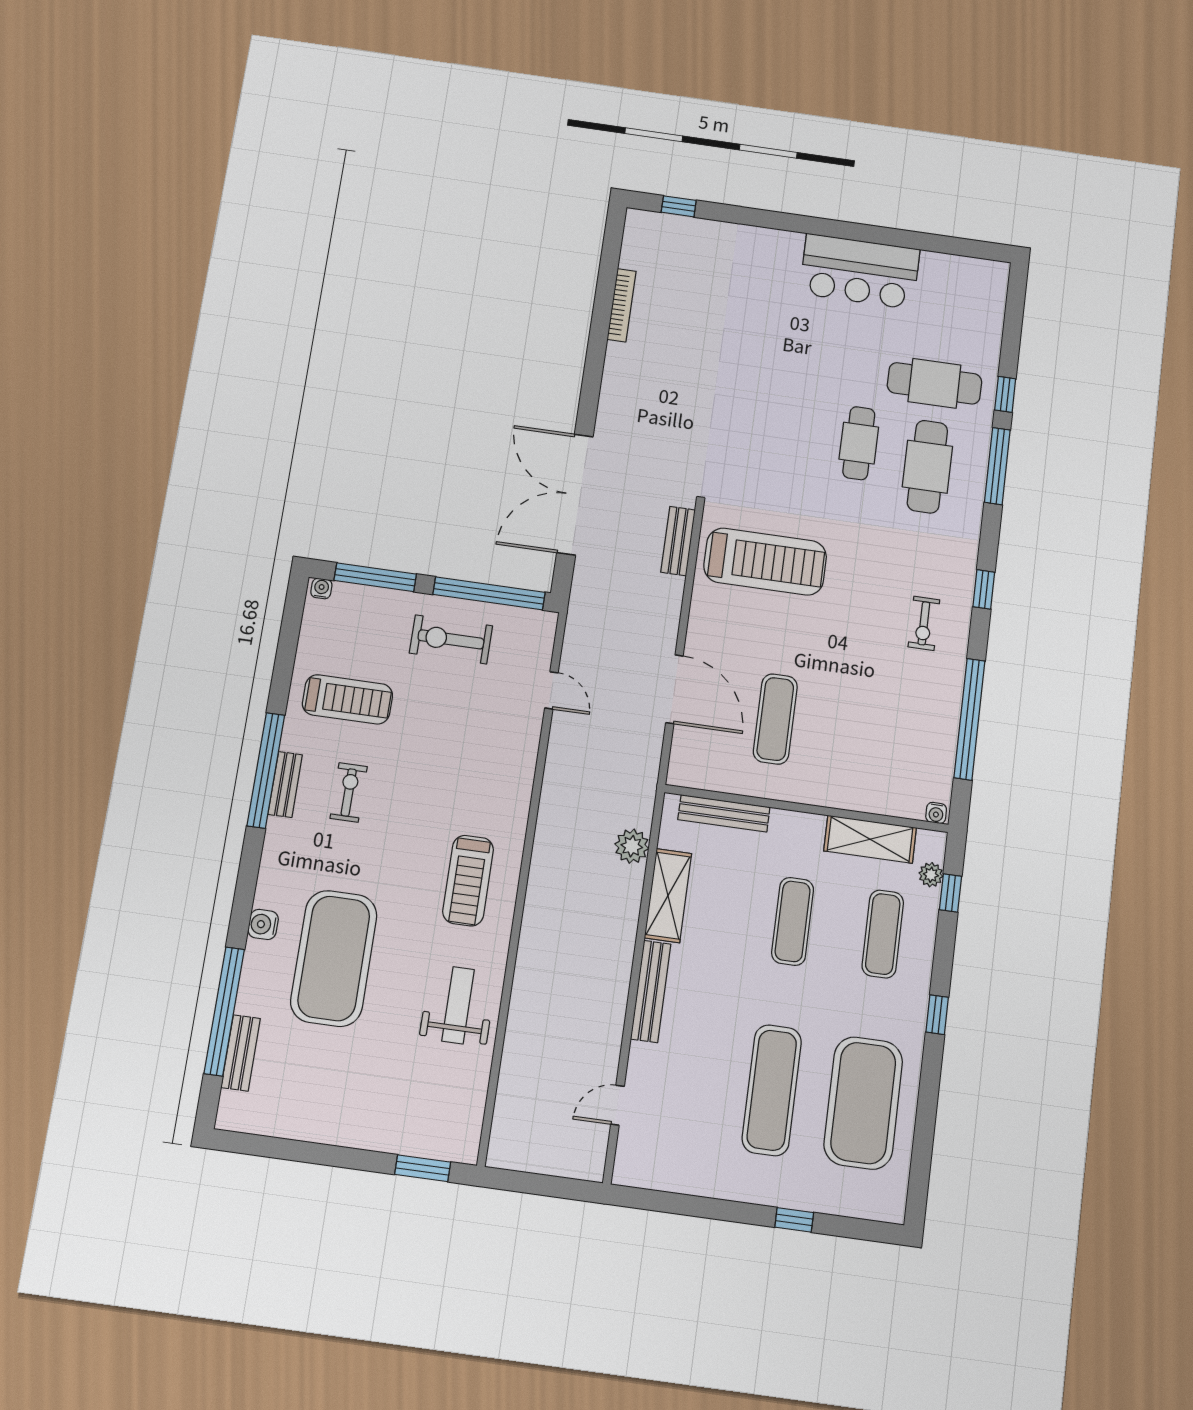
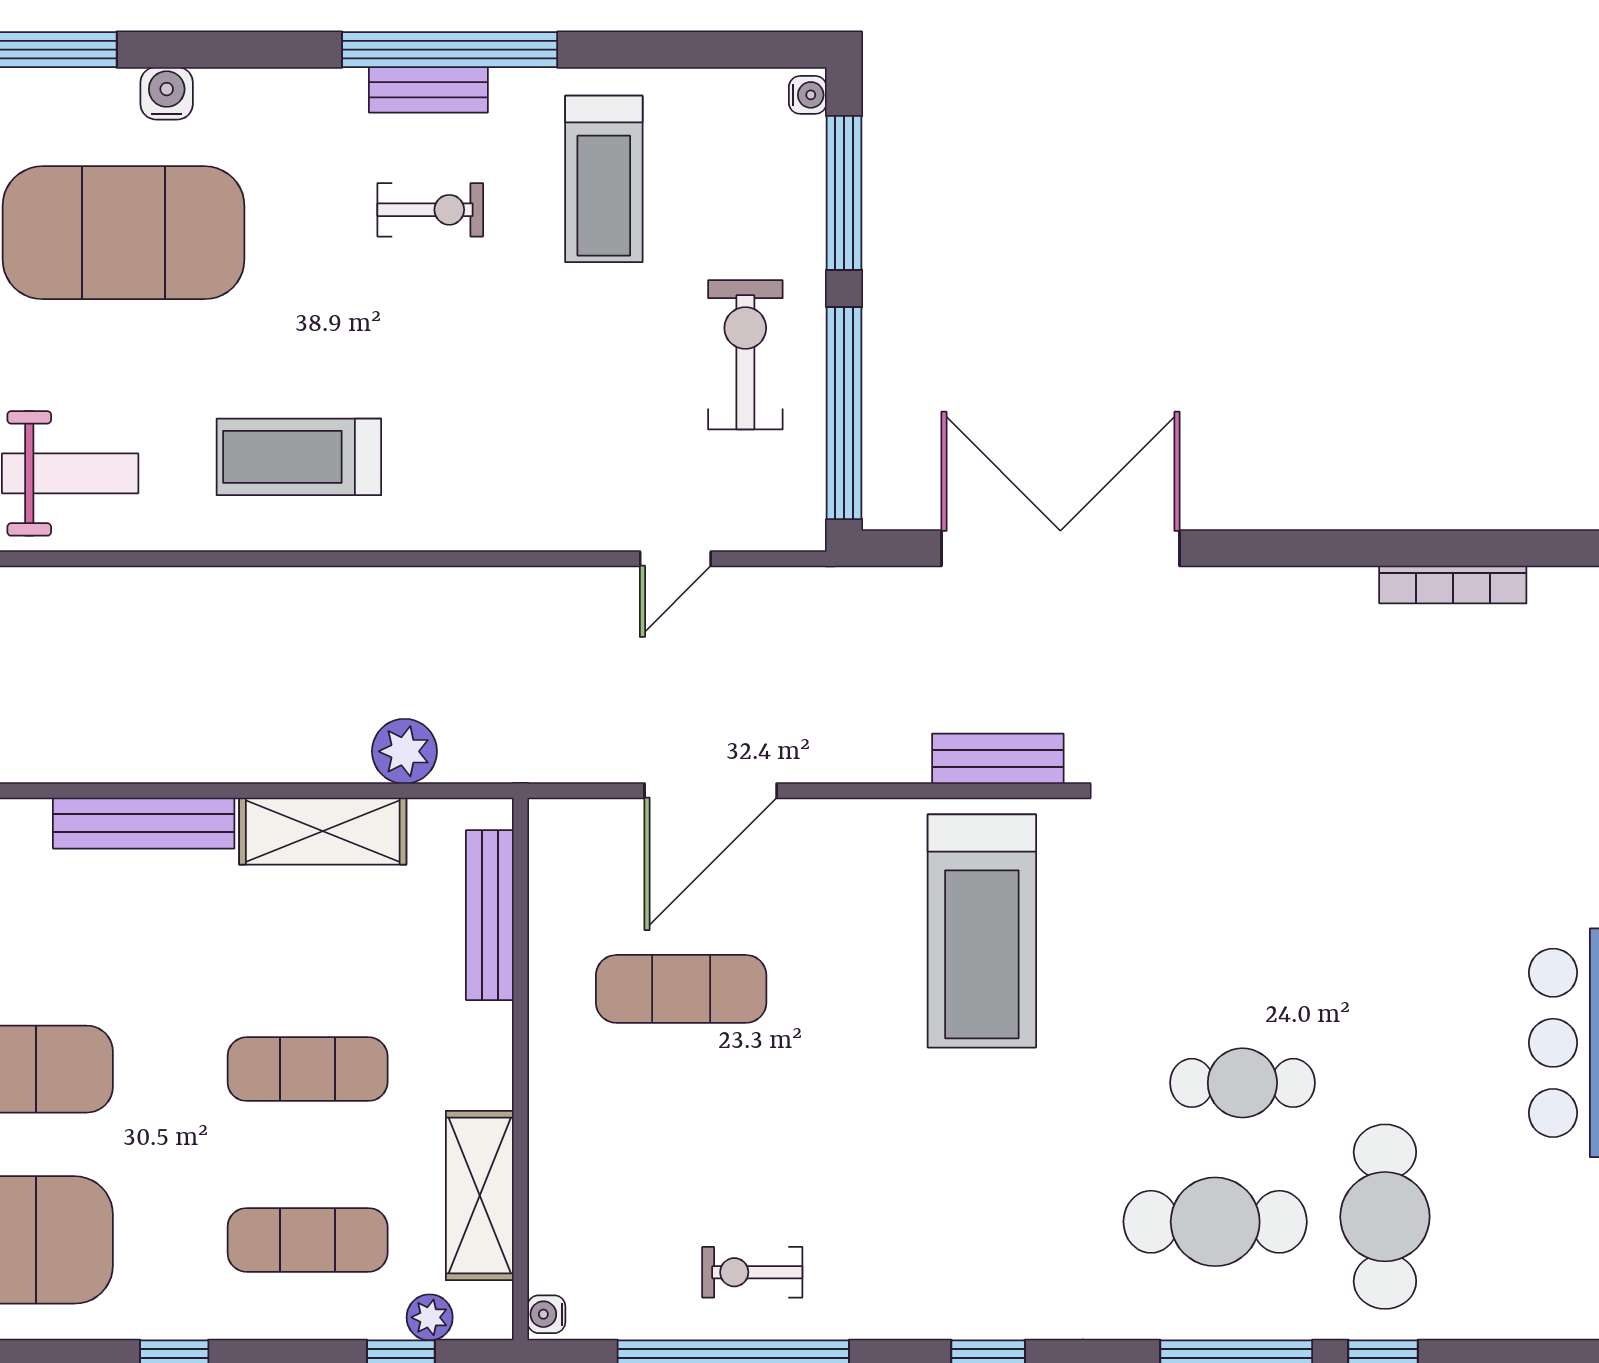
exercise bike: (924, 623) -> (752, 1272), moved

